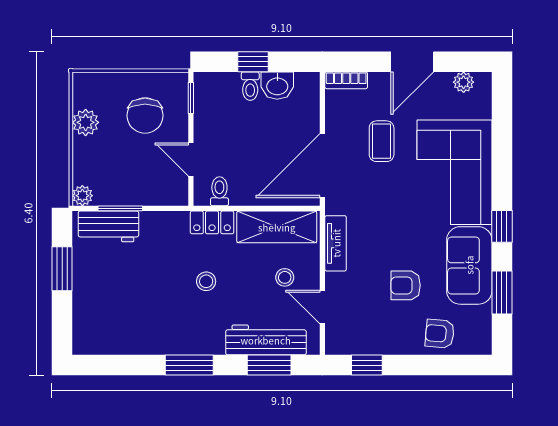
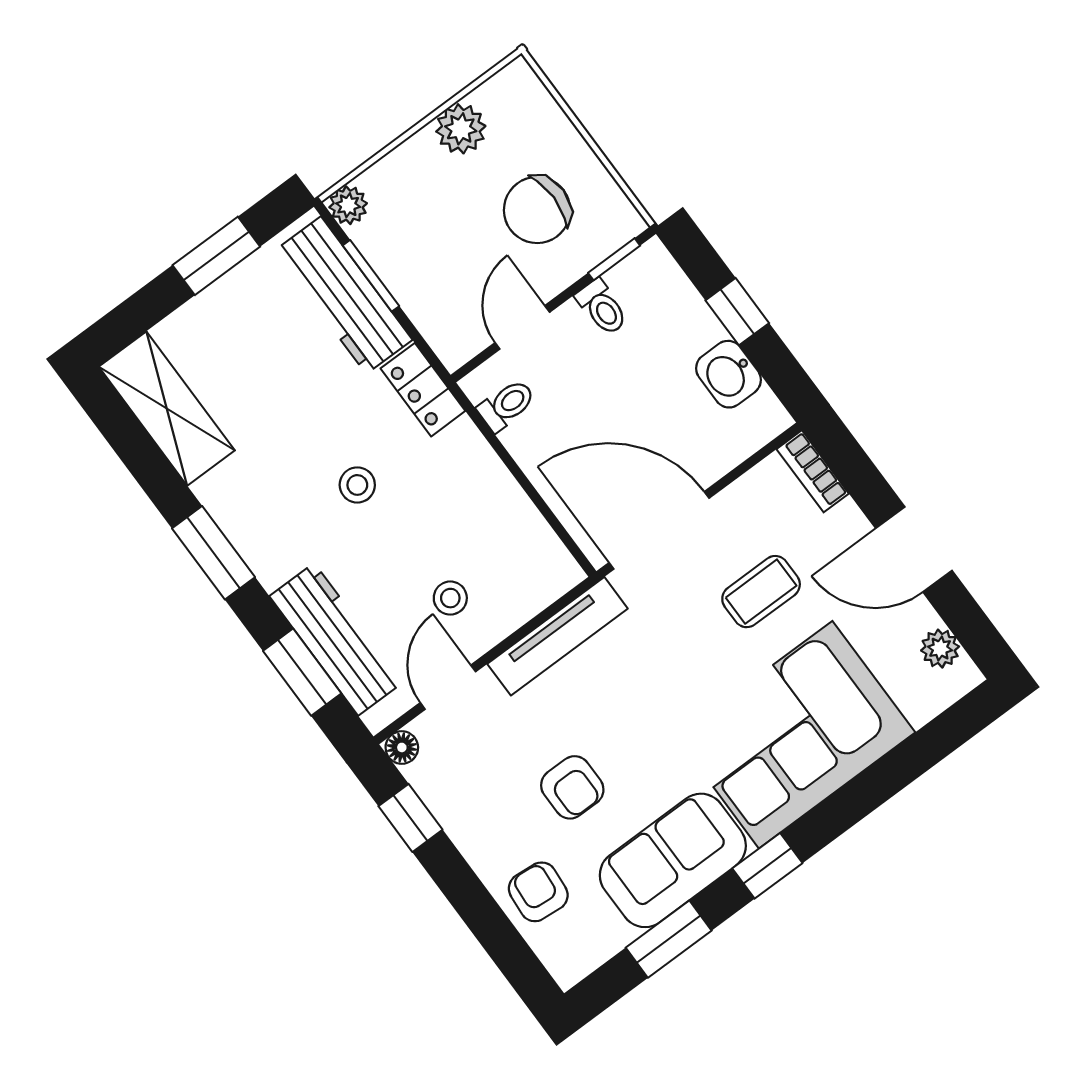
toilet: (250, 86) -> (602, 307), moved, turned -90
locker: (212, 222) -> (423, 390), moved
workbench: (108, 226) -> (343, 295), width x1.38
shelving: (277, 227) -> (167, 409), moved
tv unit: (336, 243) -> (558, 636), width x1.41
armchair: (406, 285) -> (572, 787), turned 180
floor lamp: (334, 346) -> (402, 748), added

